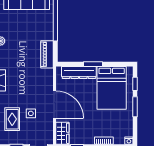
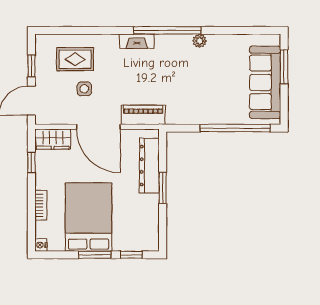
piano: (47, 54) -> (143, 115), moved
bed: (112, 88) -> (89, 217), moved, turned 90
door: (55, 105) -> (98, 127), hinge flipped

